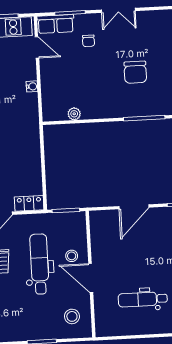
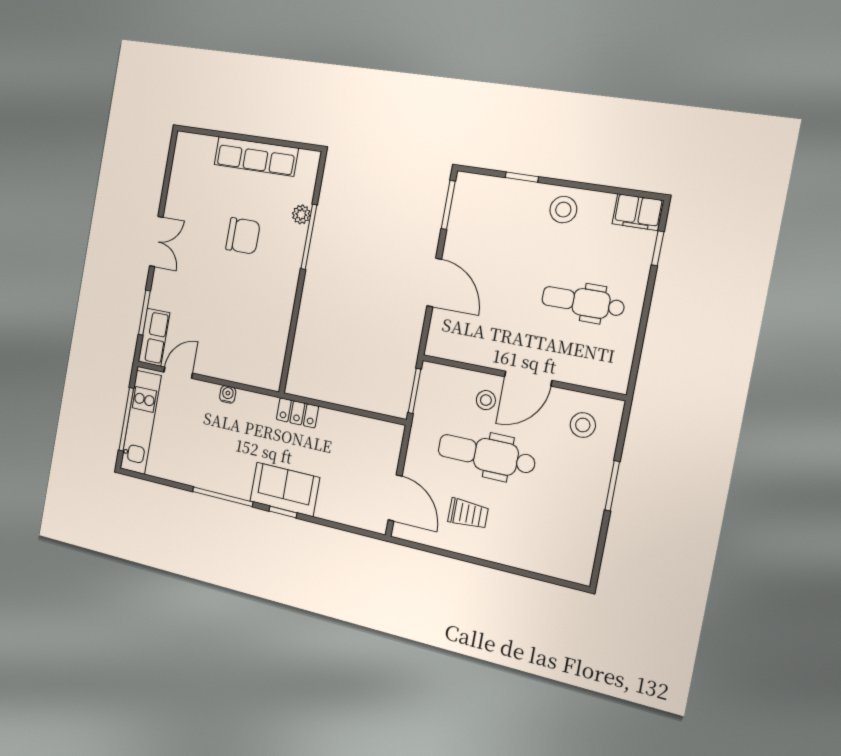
chair: (88, 41) -> (186, 295), removed
plant: (74, 114) -> (301, 214), moved
locker: (29, 203) -> (297, 413), moved, turned -90
dental chair: (143, 299) -> (583, 302), turned 90

